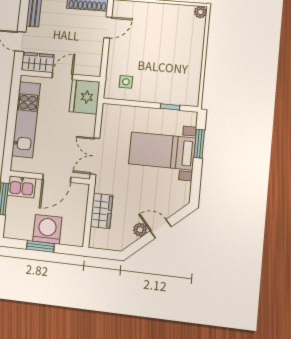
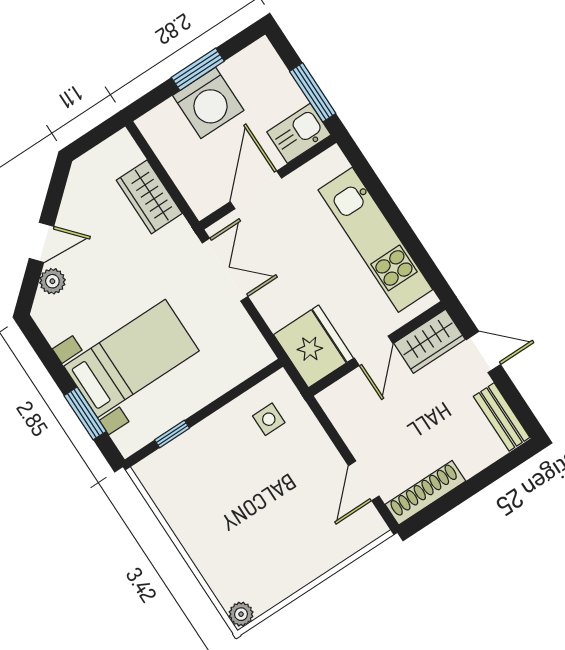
plant: (140, 230) -> (52, 281), moved

